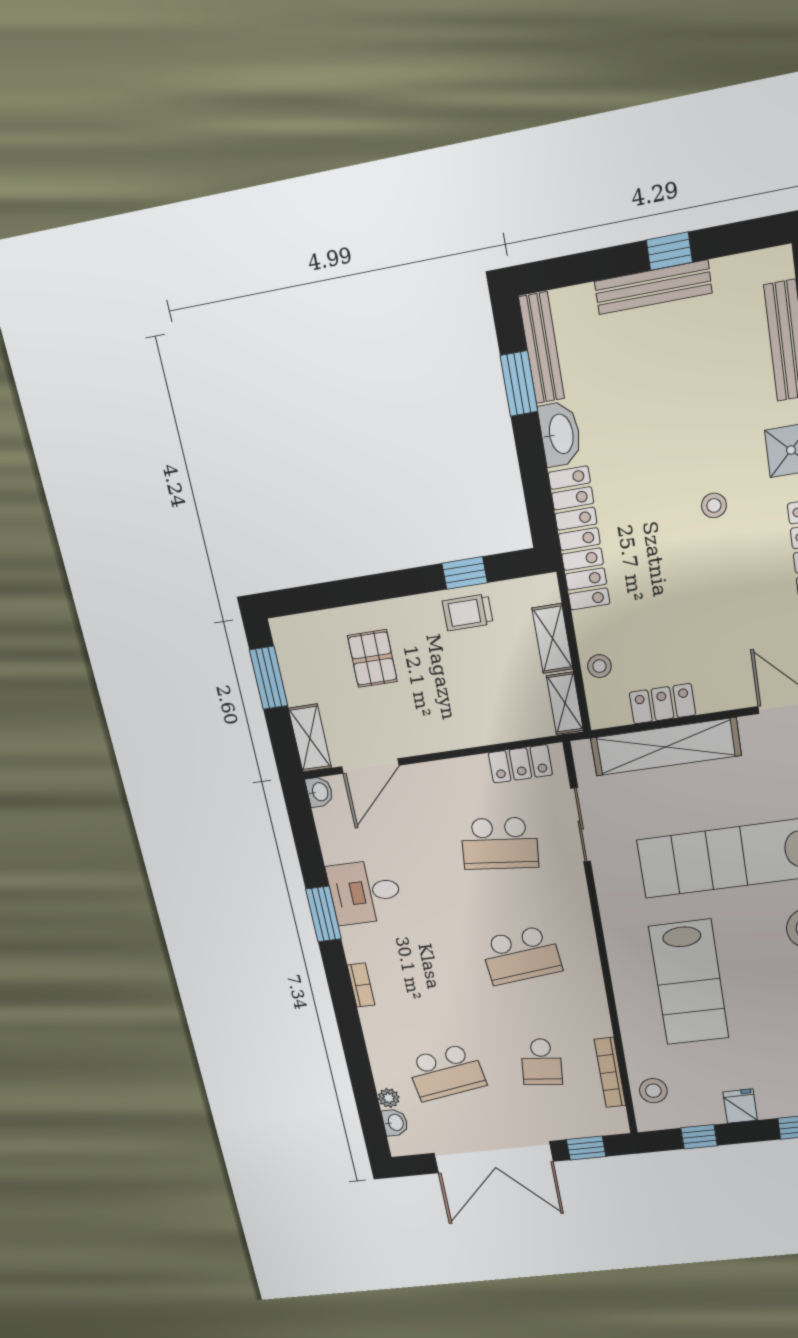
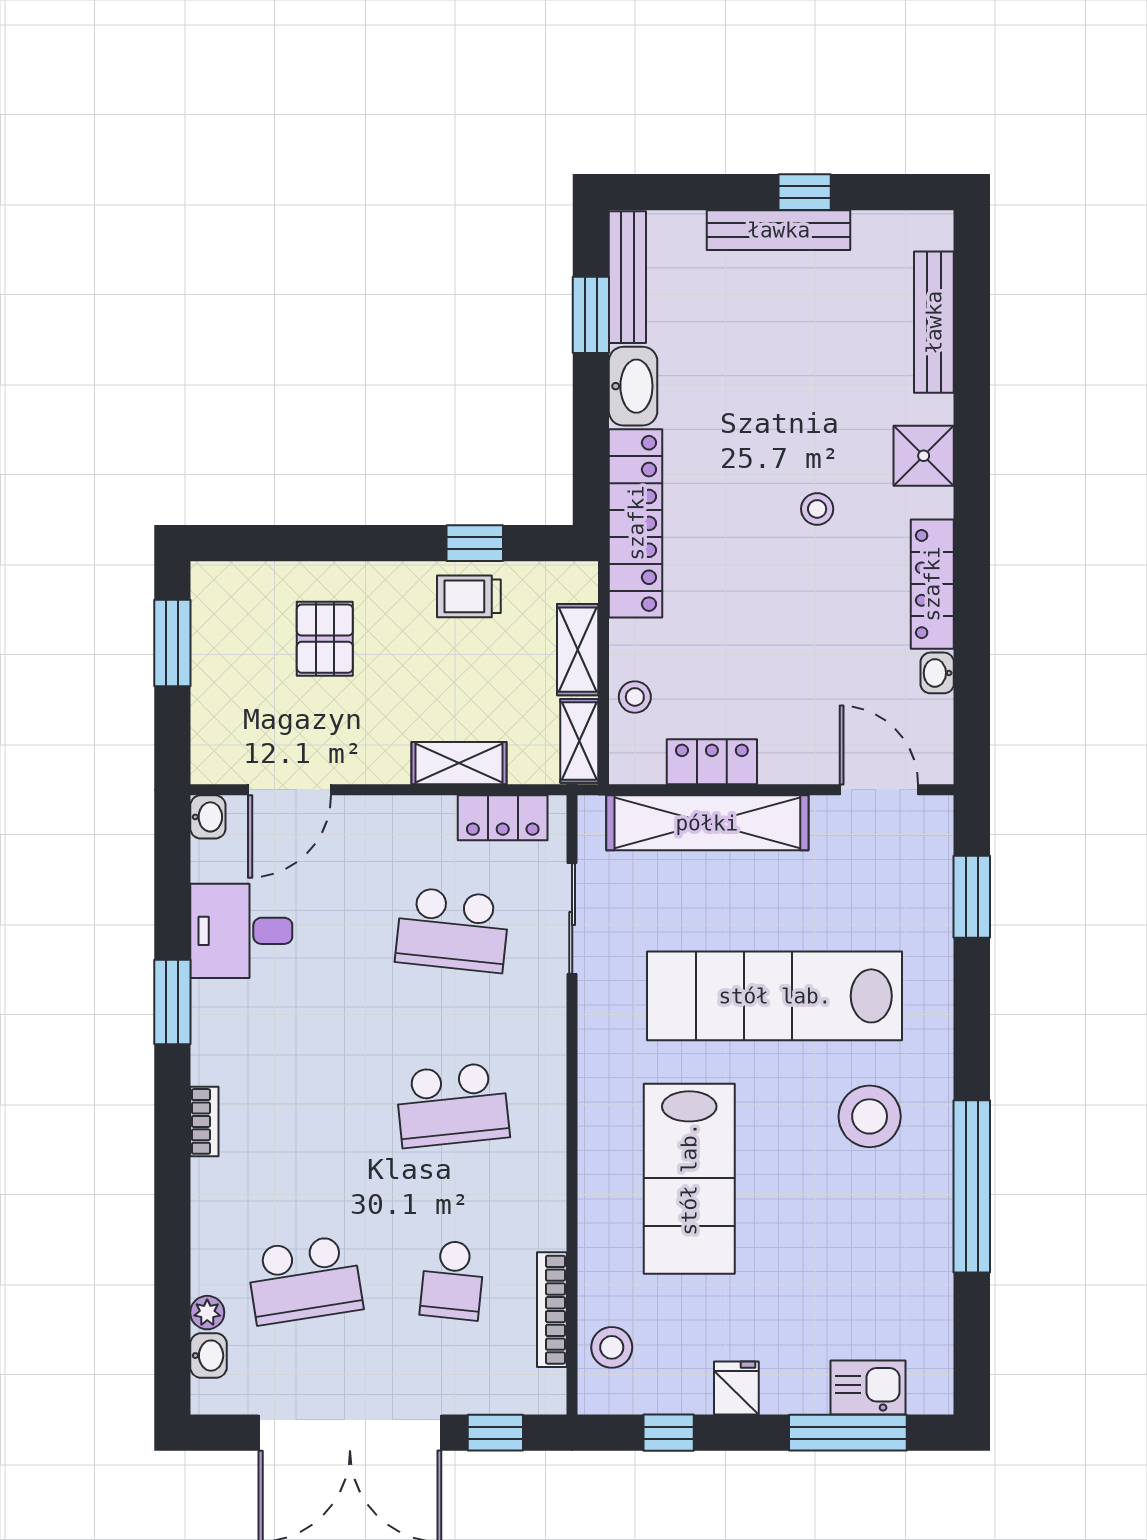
shelving: (310, 738) -> (459, 763), moved, turned 90
desk: (365, 892) -> (241, 931), moved

